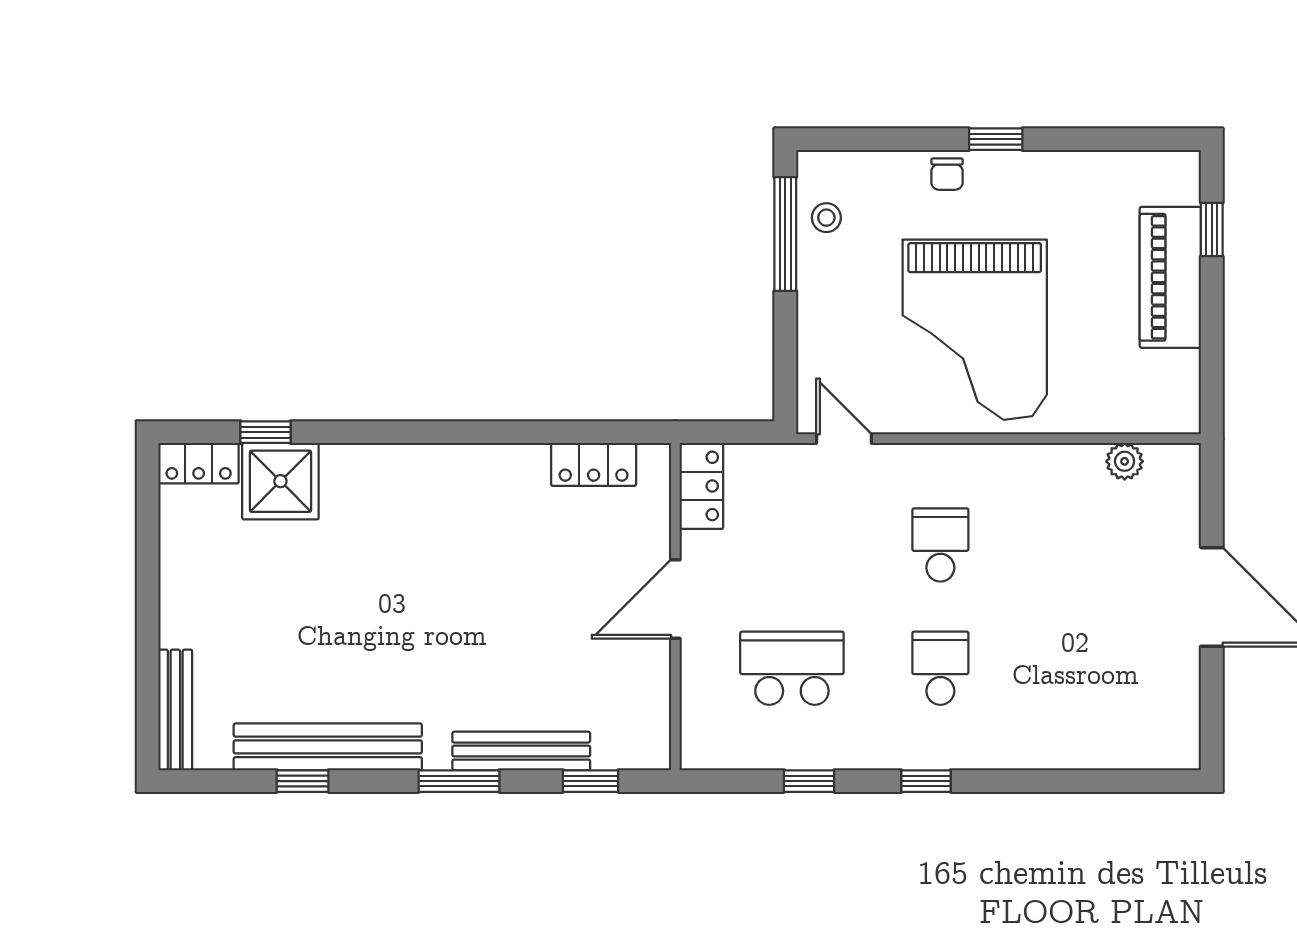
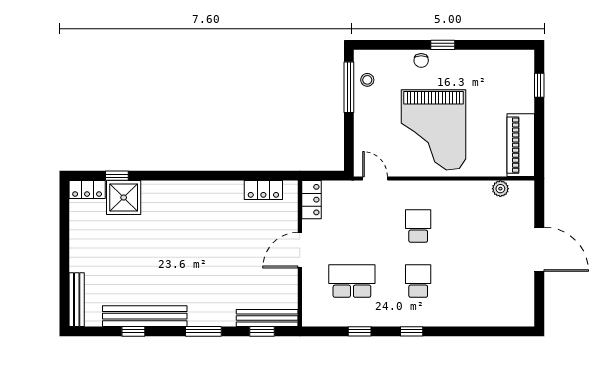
piano: (1170, 277) -> (521, 145), moved
bench: (521, 751) -> (267, 318), moved

